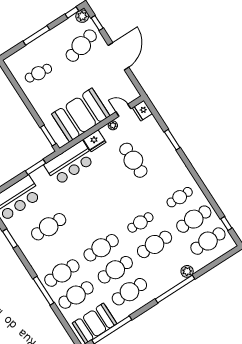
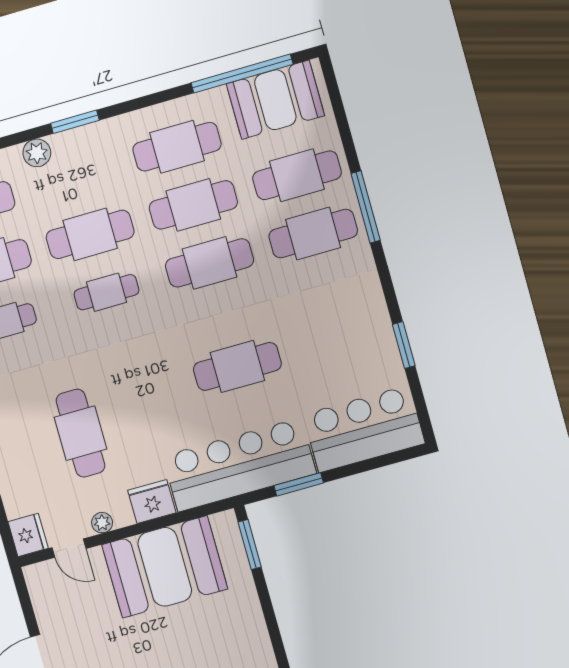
bar counter: (70, 163) -> (239, 465), width x1.36
cafe table: (49, 227) -> (237, 366), moved
window: (175, 289) -> (75, 122), width x0.47

